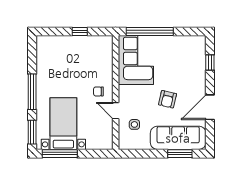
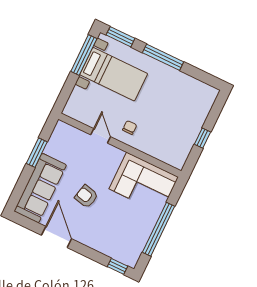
window: (150, 32) -> (159, 229), moved
window: (210, 62) -> (117, 266), moved
door: (116, 111) -> (101, 136), hinge flipped
side table: (134, 124) -> (77, 149), removed
window: (180, 154) -> (37, 153), moved

